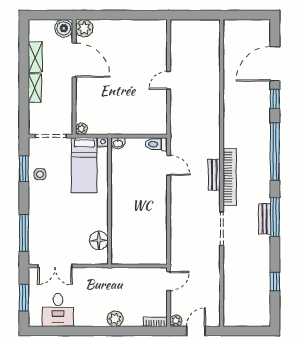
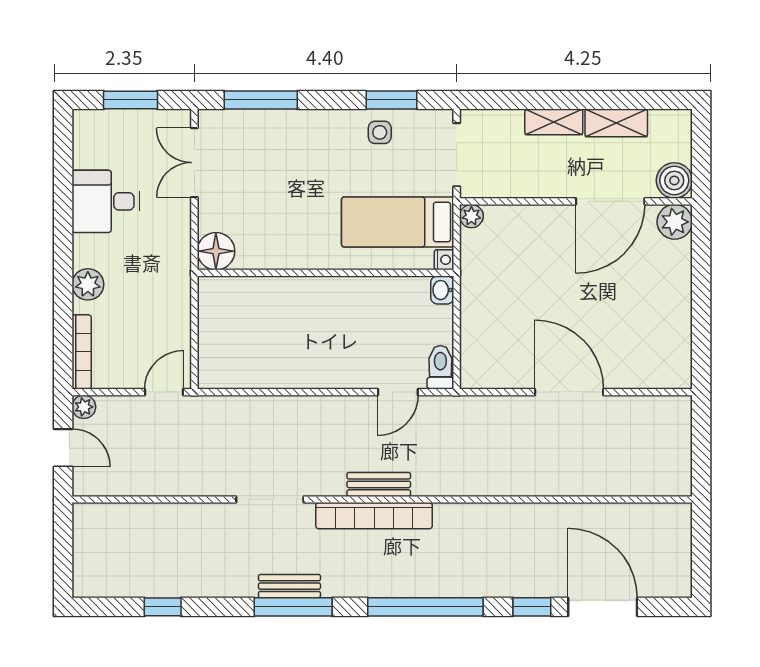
door: (169, 80) -> (569, 392), width x1.87
floor lamp: (99, 240) -> (216, 251), moved
door: (169, 281) -> (164, 392), swing flipped
desk: (58, 310) -> (106, 201), moved
bookcase: (155, 322) -> (82, 352), width x1.56

